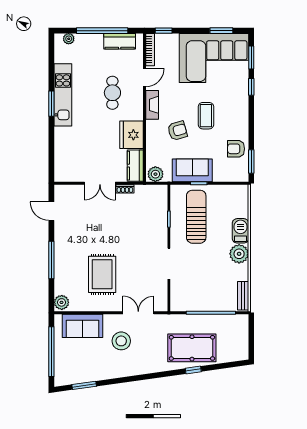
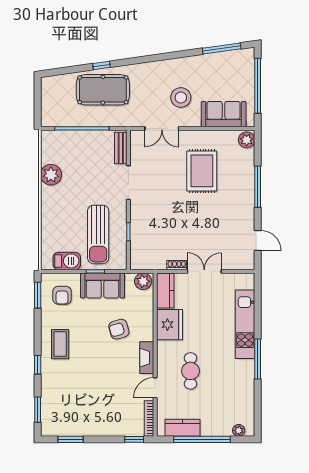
corner sofa: (214, 58) -> (79, 409), removed
window: (251, 87) -> (38, 365), moved
kitchen unit: (63, 95) -> (245, 324), moved
window: (51, 104) -> (258, 359), width x1.44
coffee table: (206, 116) -> (60, 344), moved
armchair: (236, 149) -> (62, 295), moved, turned 90
barbecue: (240, 231) -> (67, 261), moved, turned -90
plant: (239, 254) -> (51, 175), moved
bench: (243, 296) -> (121, 148), moved
window: (84, 385) -> (222, 49), width x1.44

